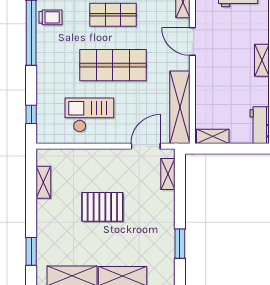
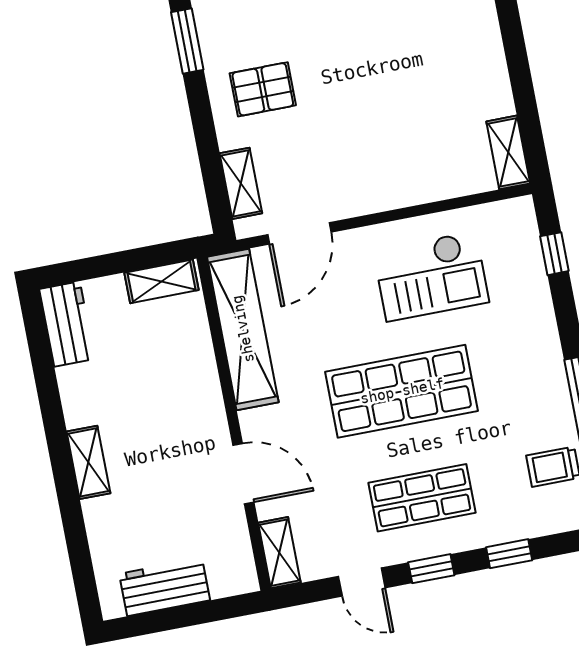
shelving: (43, 182) -> (508, 152), moved
pallet: (102, 207) -> (263, 89), moved, width x0.67, depth x0.71

